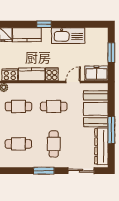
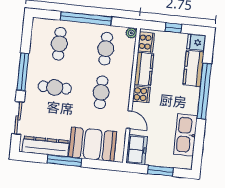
window: (44, 24) -> (204, 91), width x3.17
kitchen sink: (68, 36) -> (186, 135), moved
window: (44, 171) -> (23, 72), width x1.44

